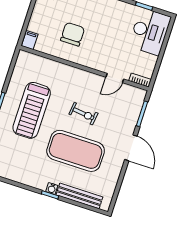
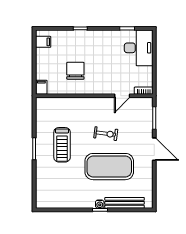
treadmill: (32, 110) -> (62, 145), width x0.73, depth x0.73

